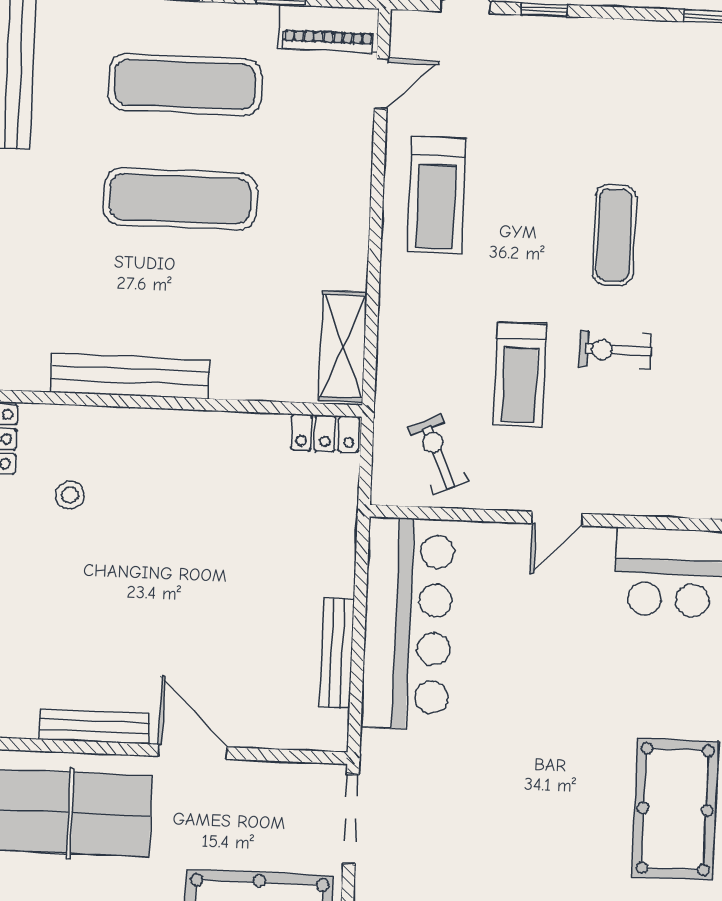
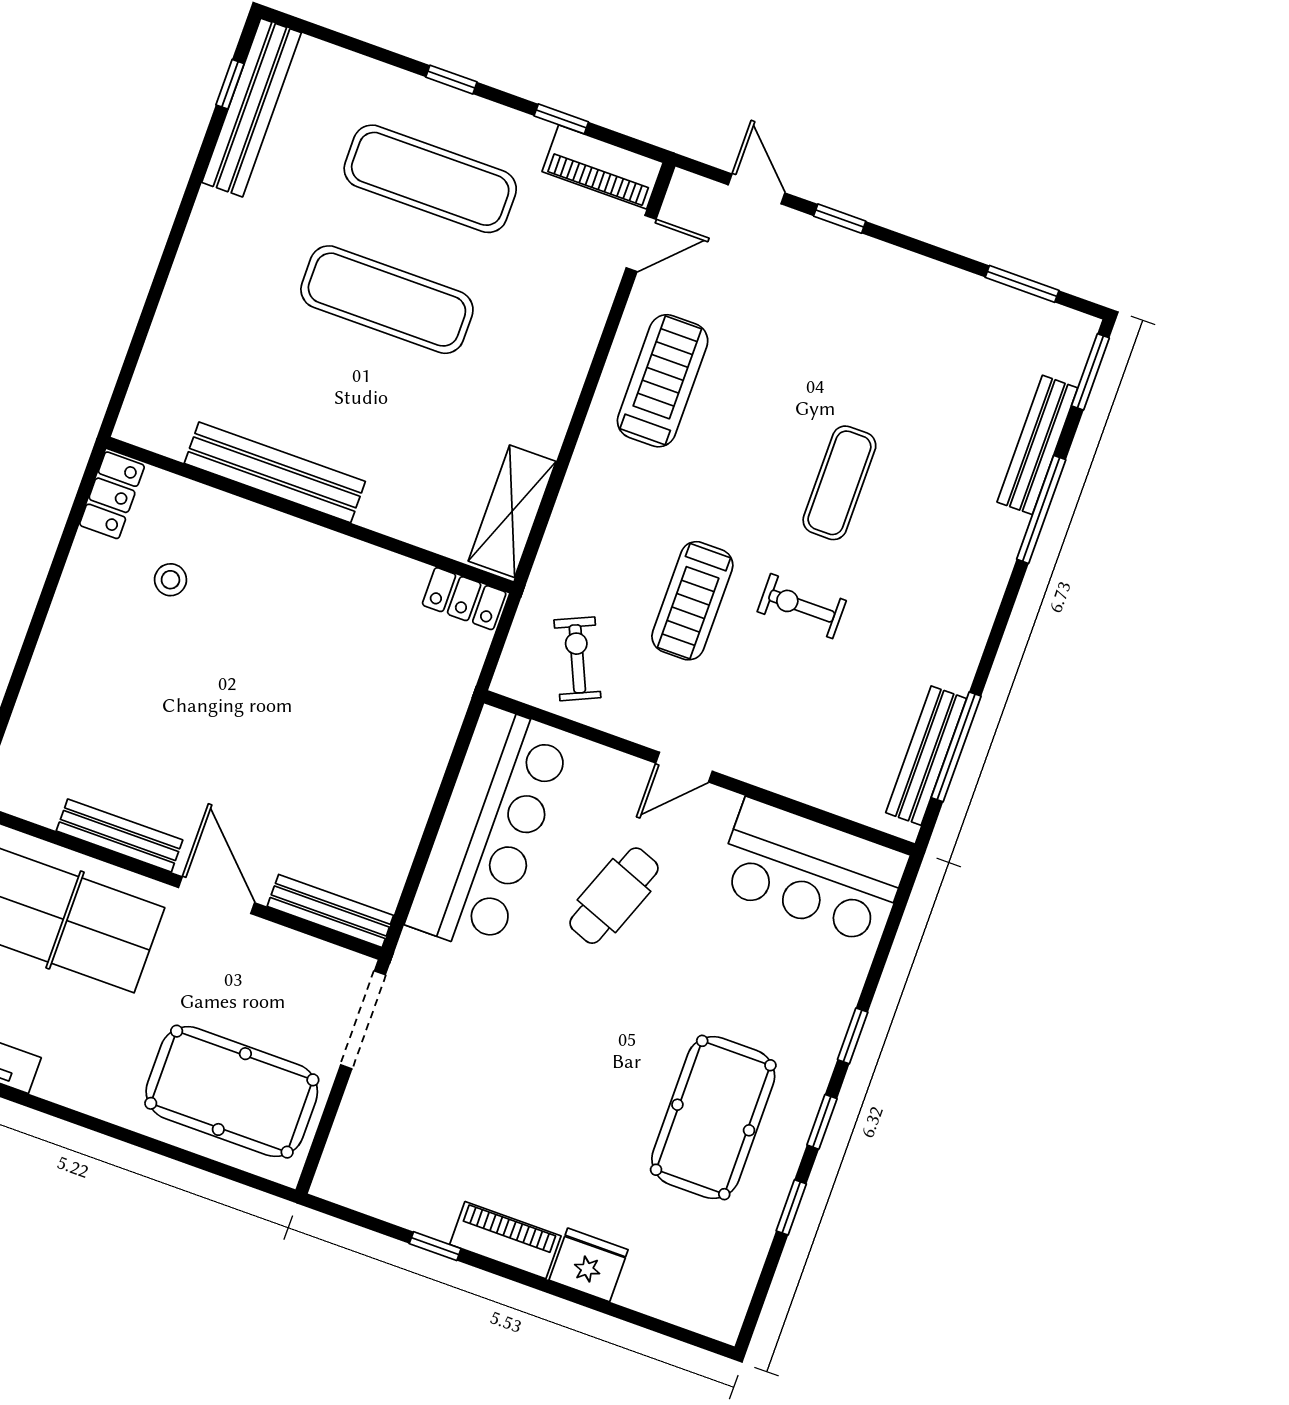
treadmill: (436, 195) -> (663, 381), turned 180
cafe table: (532, 647) -> (614, 896), added
bench: (337, 653) -> (330, 911), moved, turned 90

